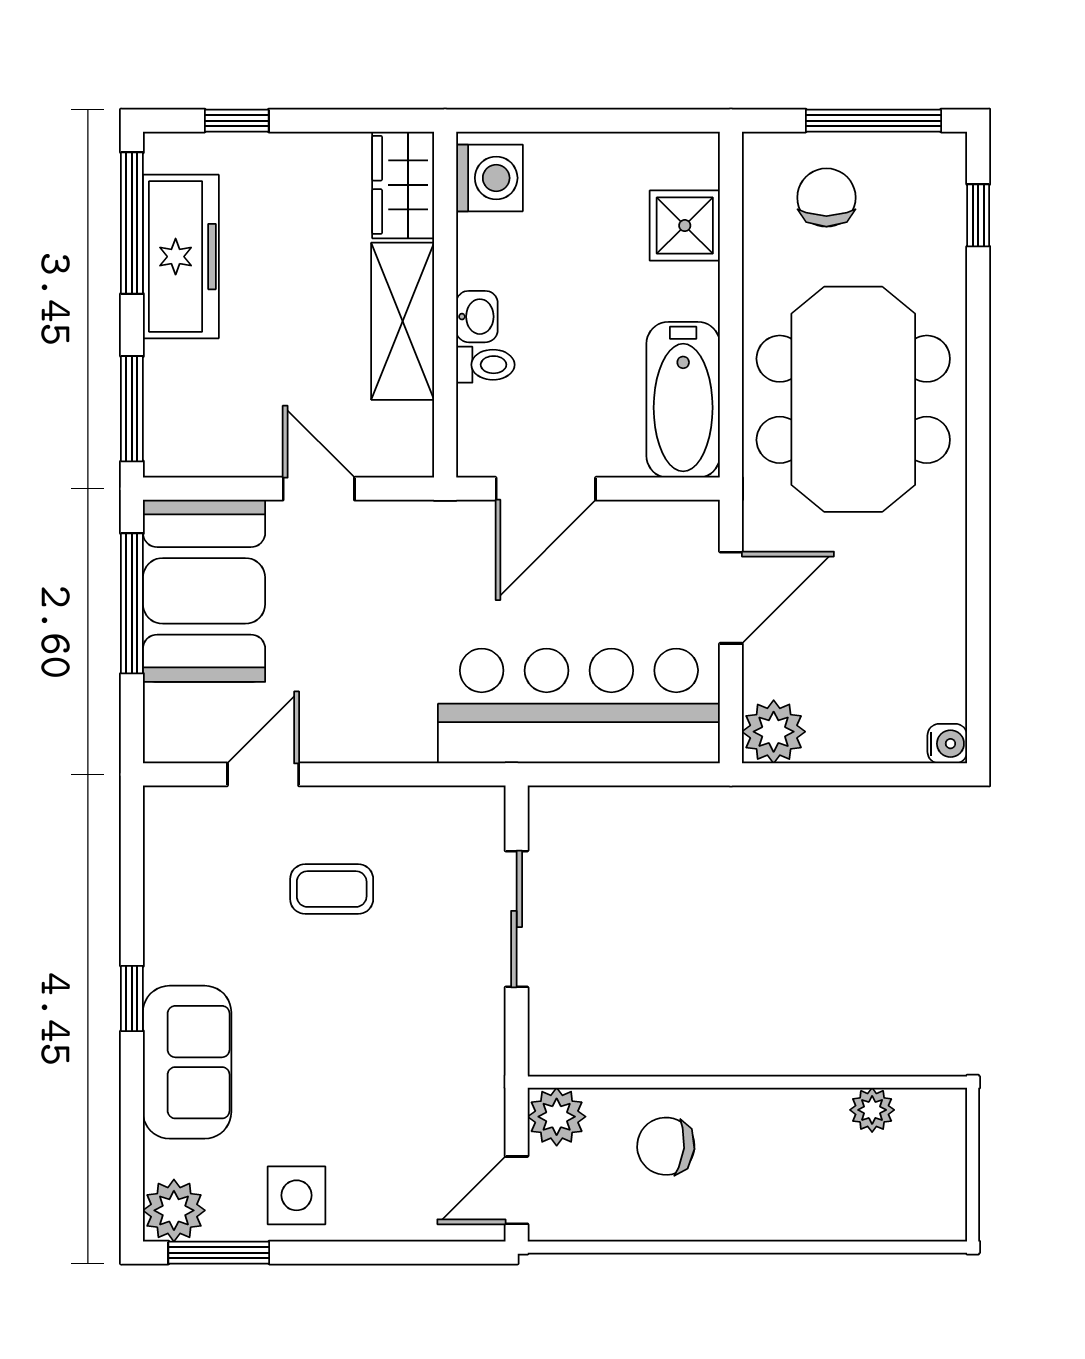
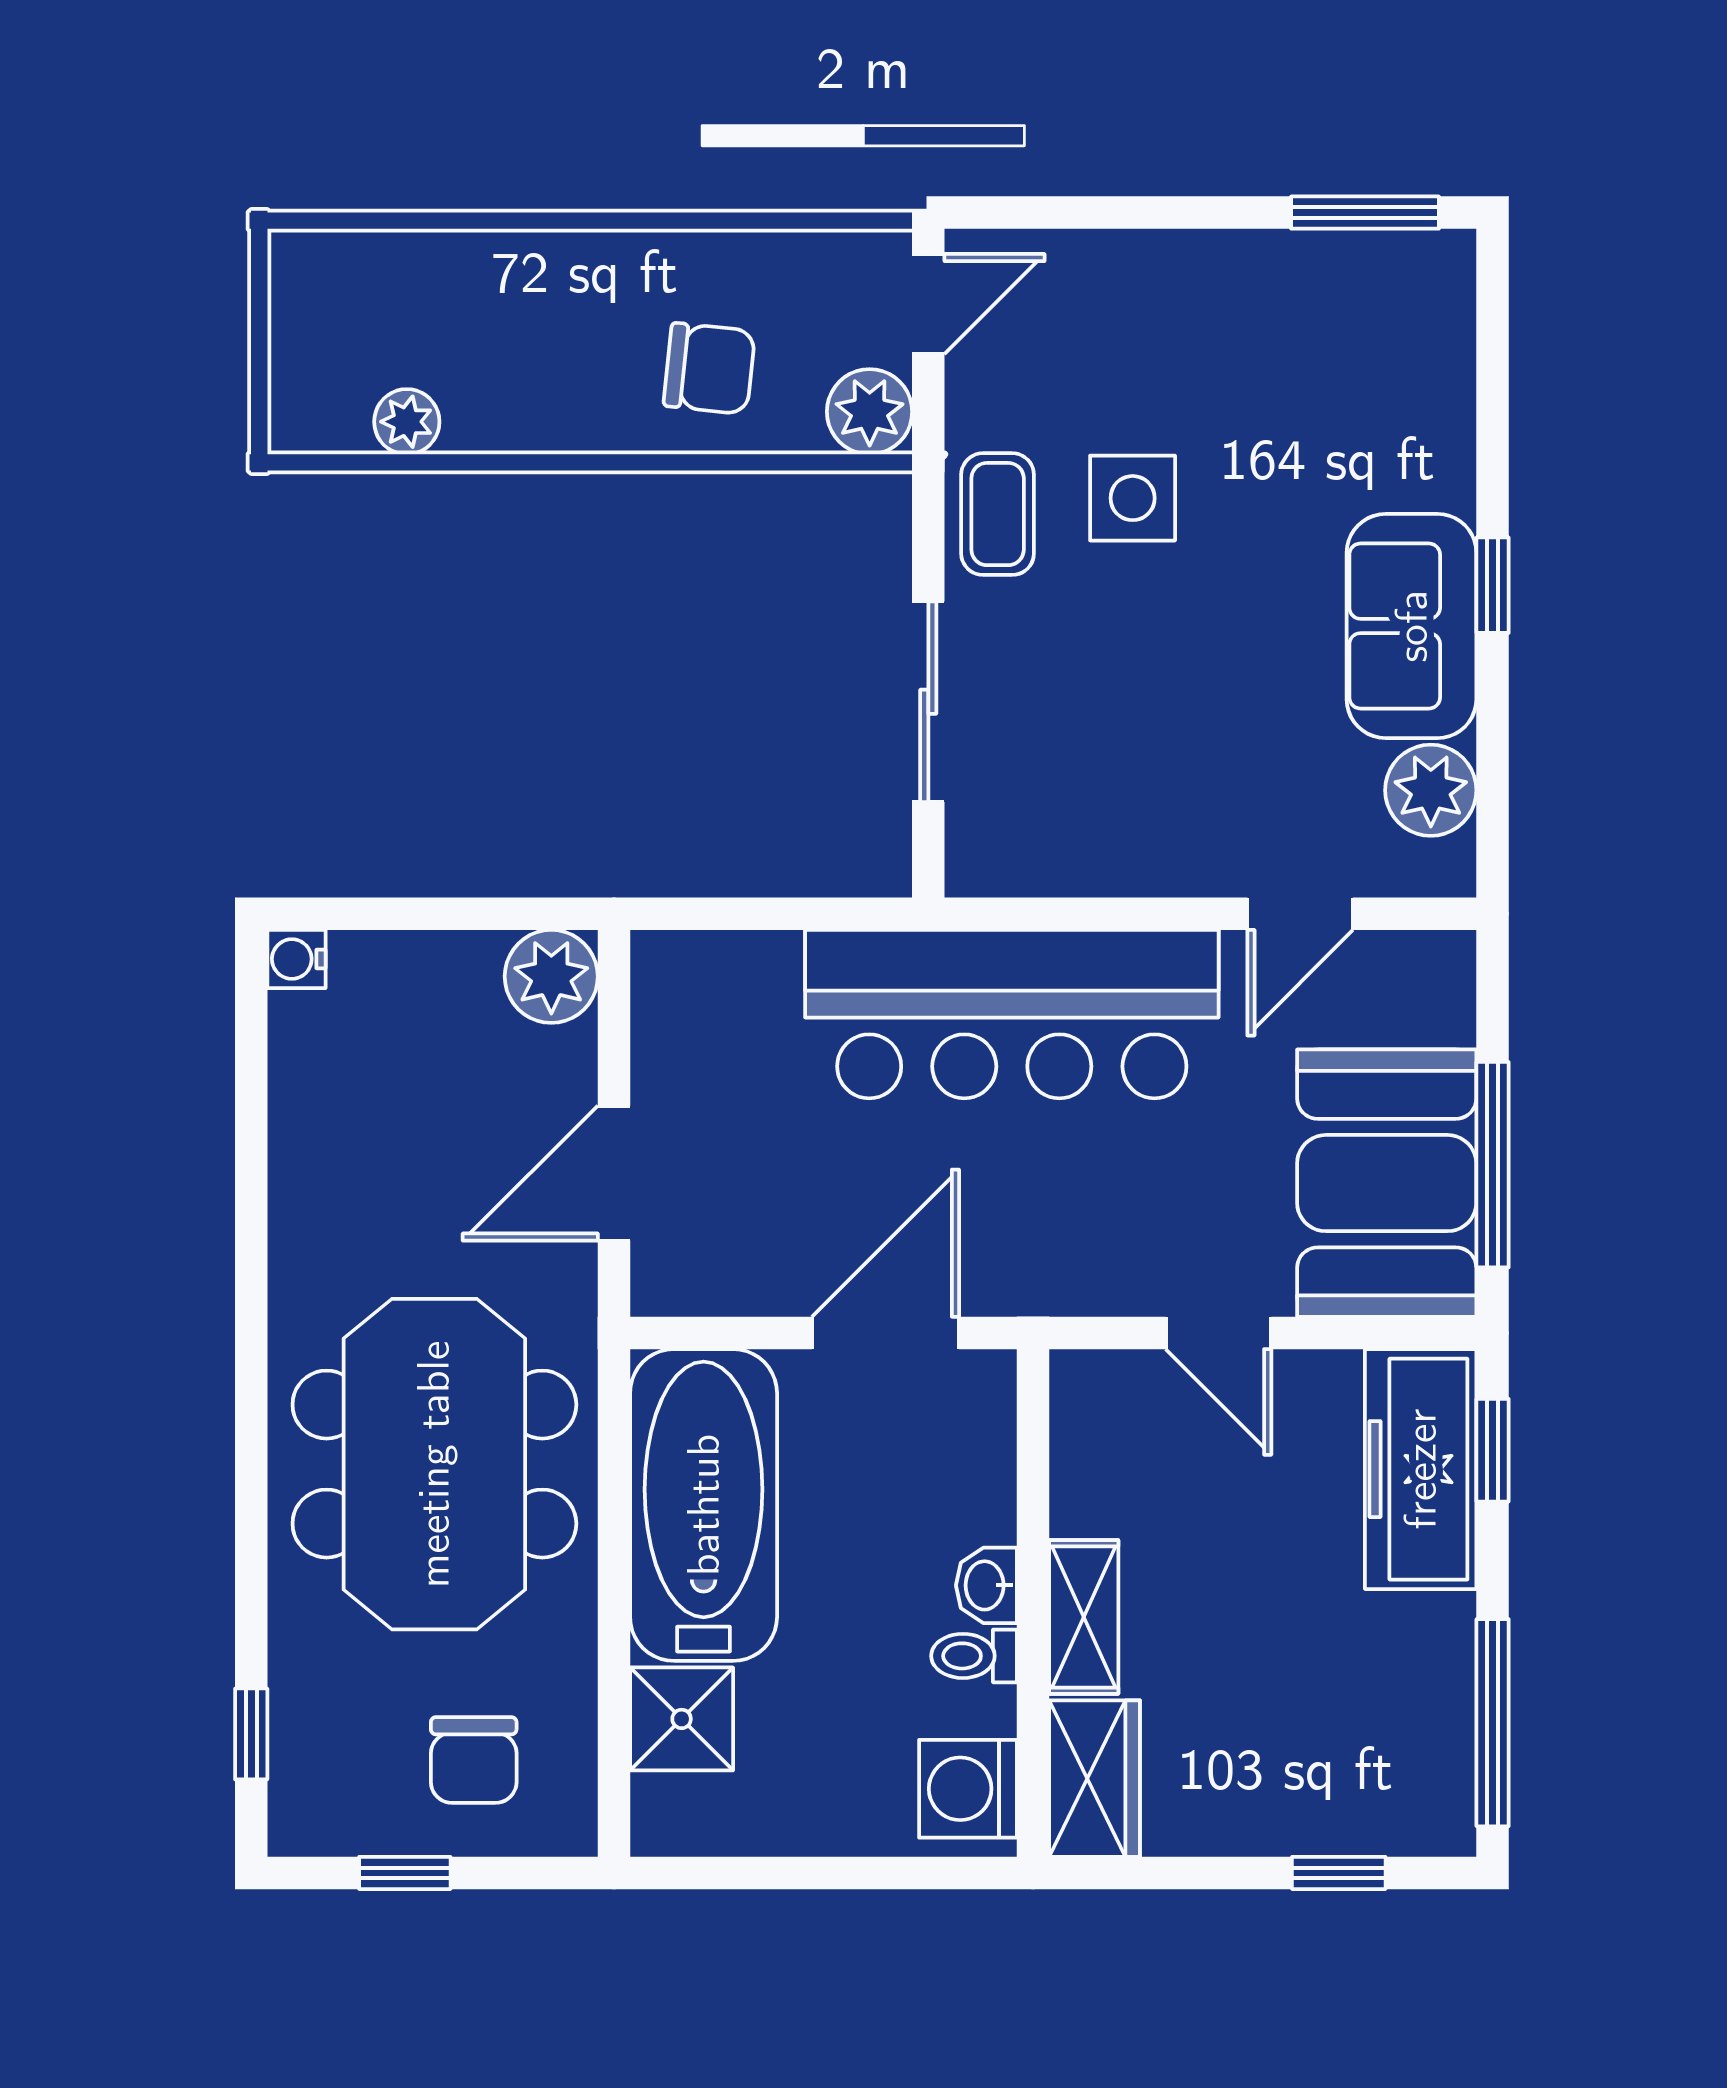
window: (873, 121) -> (405, 1873), width x0.46
freezer: (181, 257) -> (1421, 1469), moved
shelving: (403, 321) -> (1084, 1617), width x0.67, depth x0.75
toilet: (485, 365) -> (974, 1656), moved
bathtub: (683, 400) -> (704, 1505), width x1.36, depth x1.36
window: (132, 409) -> (1493, 1450), width x0.67
bar counter: (579, 706) -> (1012, 1014), moved
coffee table: (332, 889) -> (998, 514), moved, turned 90
sofa: (187, 1062) -> (1412, 626), moved
side table: (297, 1195) -> (1133, 498), moved
plant: (174, 1210) -> (1431, 790), moved

